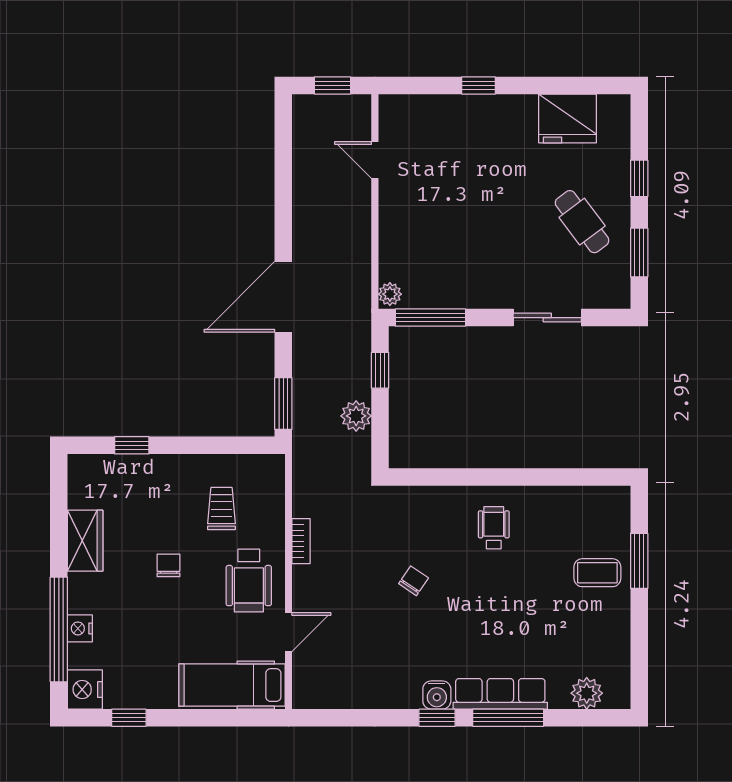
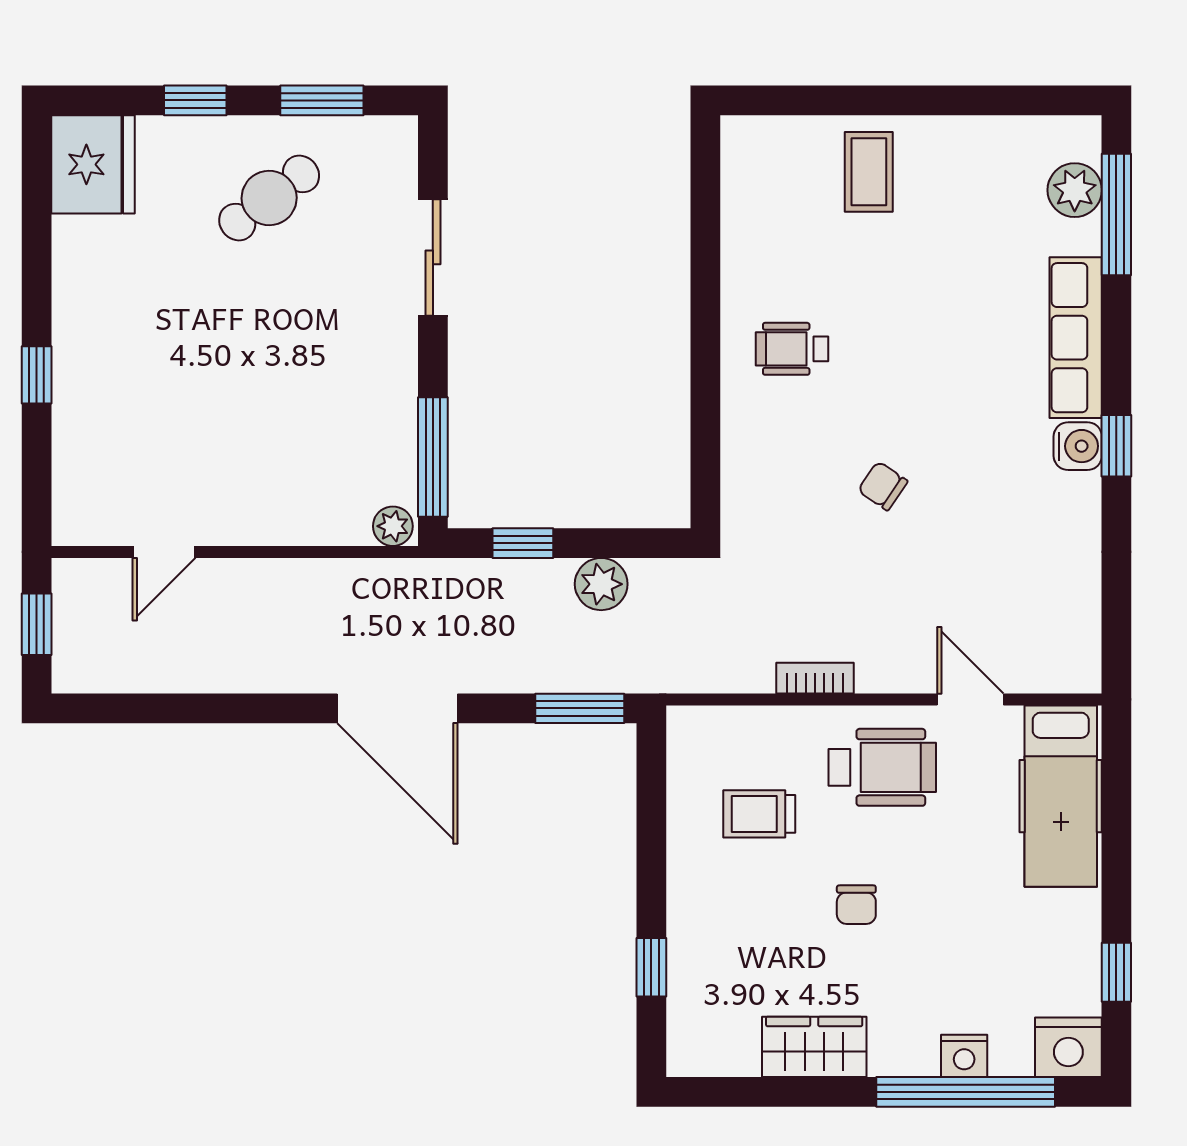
fridge: (567, 119) -> (93, 164), moved
window: (639, 561) -> (849, 100), removed
chair: (168, 565) -> (856, 905), turned -90
window: (508, 718) -> (1116, 214), moved

